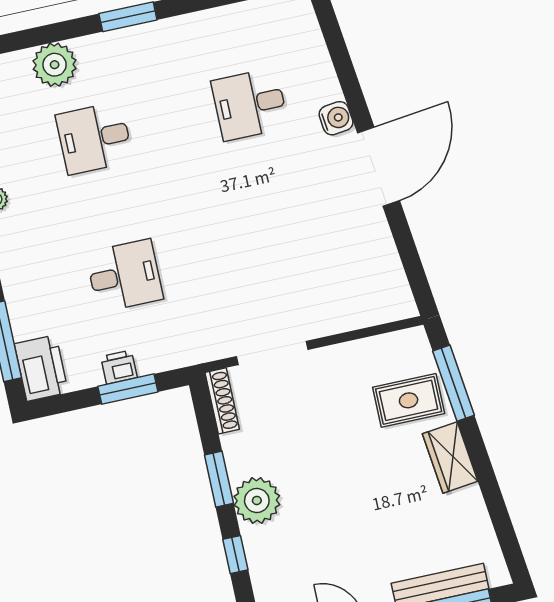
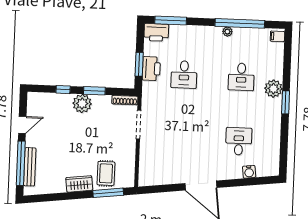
plant: (55, 65) -> (273, 89), moved
water cooler: (336, 118) -> (249, 172), moved
desk: (94, 138) -> (241, 77), turned 180
printer: (119, 367) -> (151, 69), width x1.87, depth x1.48

